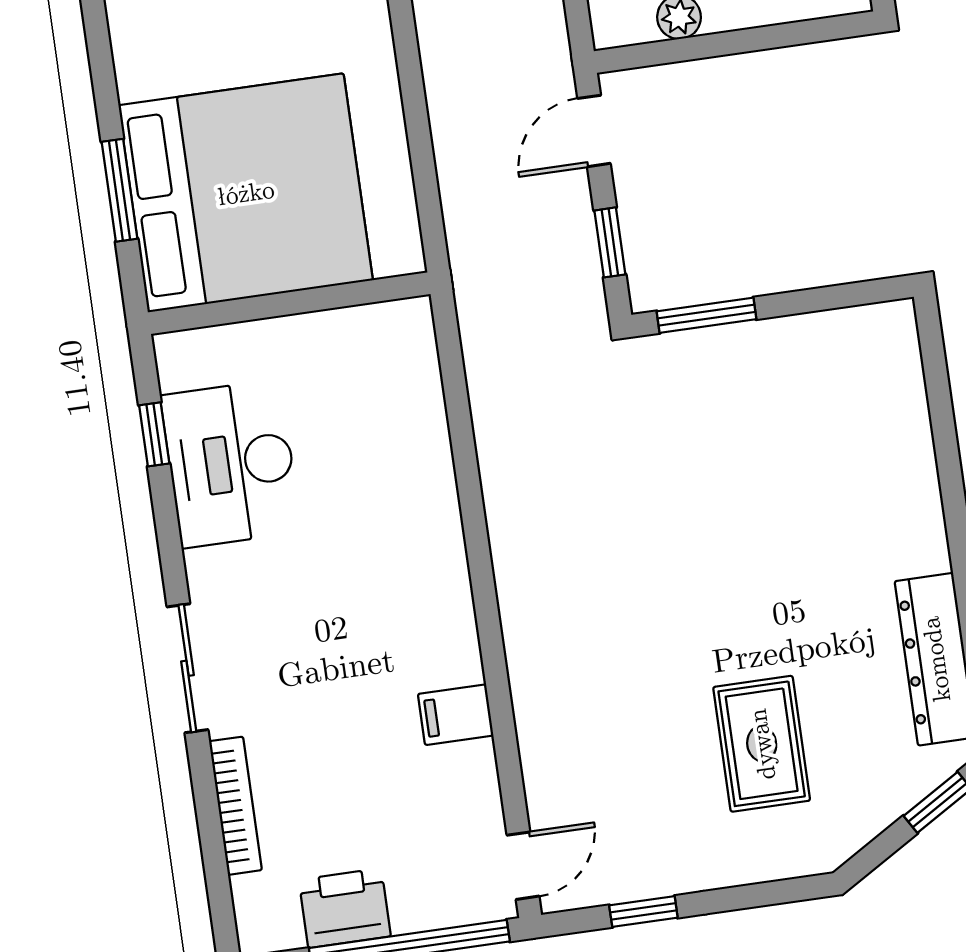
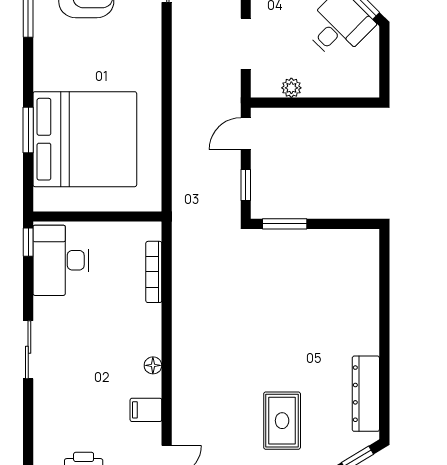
wall: (289, 303) -> (97, 216), moved
floor lamp: (464, 664) -> (153, 365), added
filing cabinet: (456, 715) -> (146, 410), moved
bookcase: (235, 806) -> (154, 272), moved, turned 180

